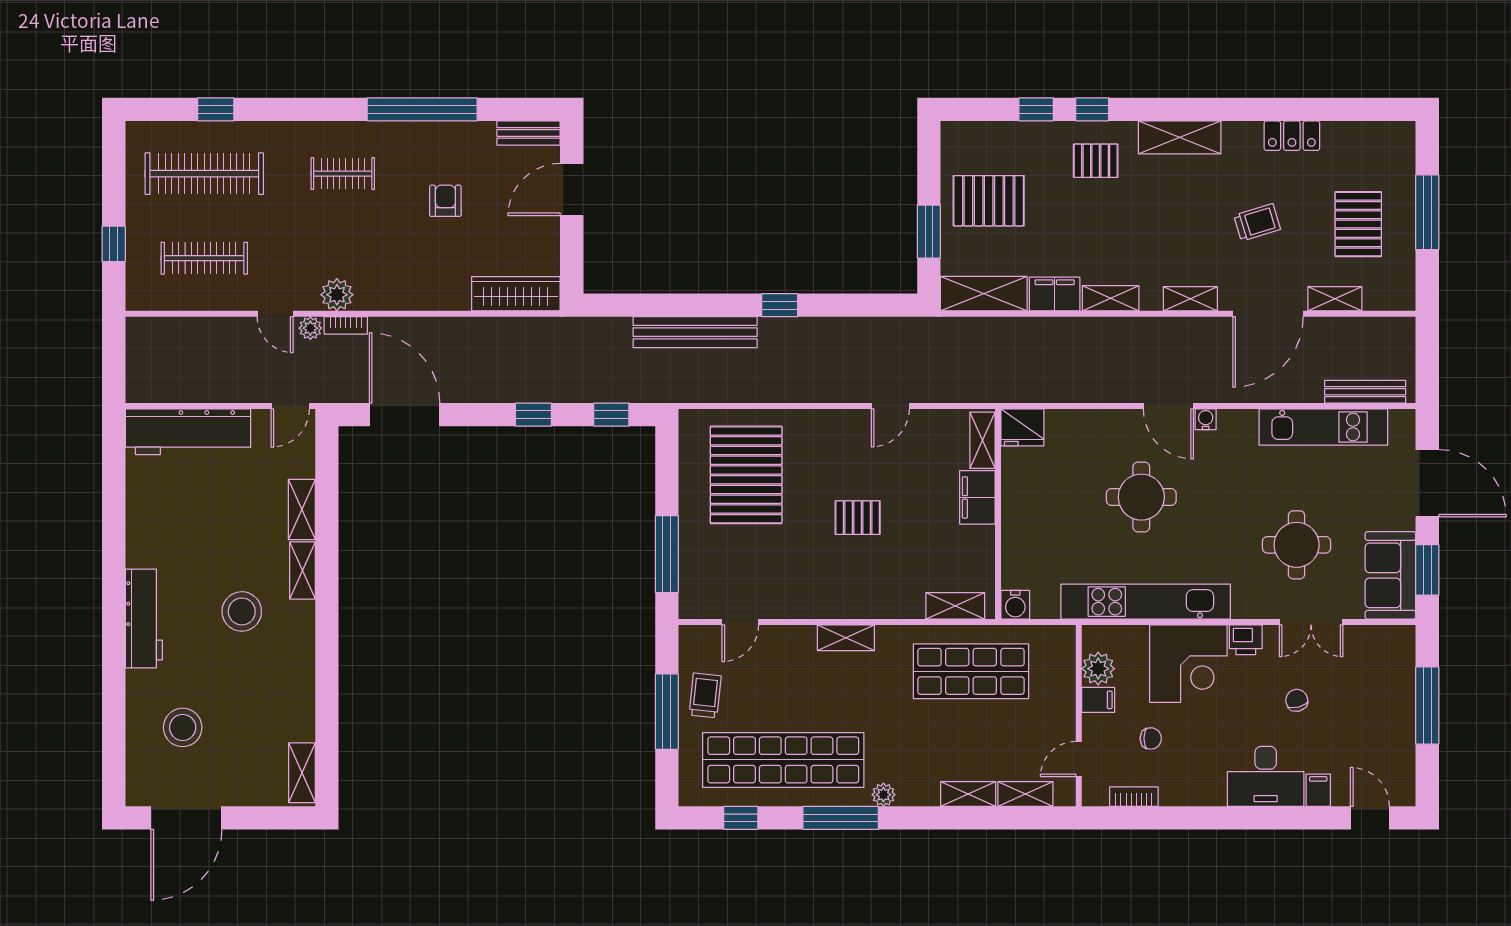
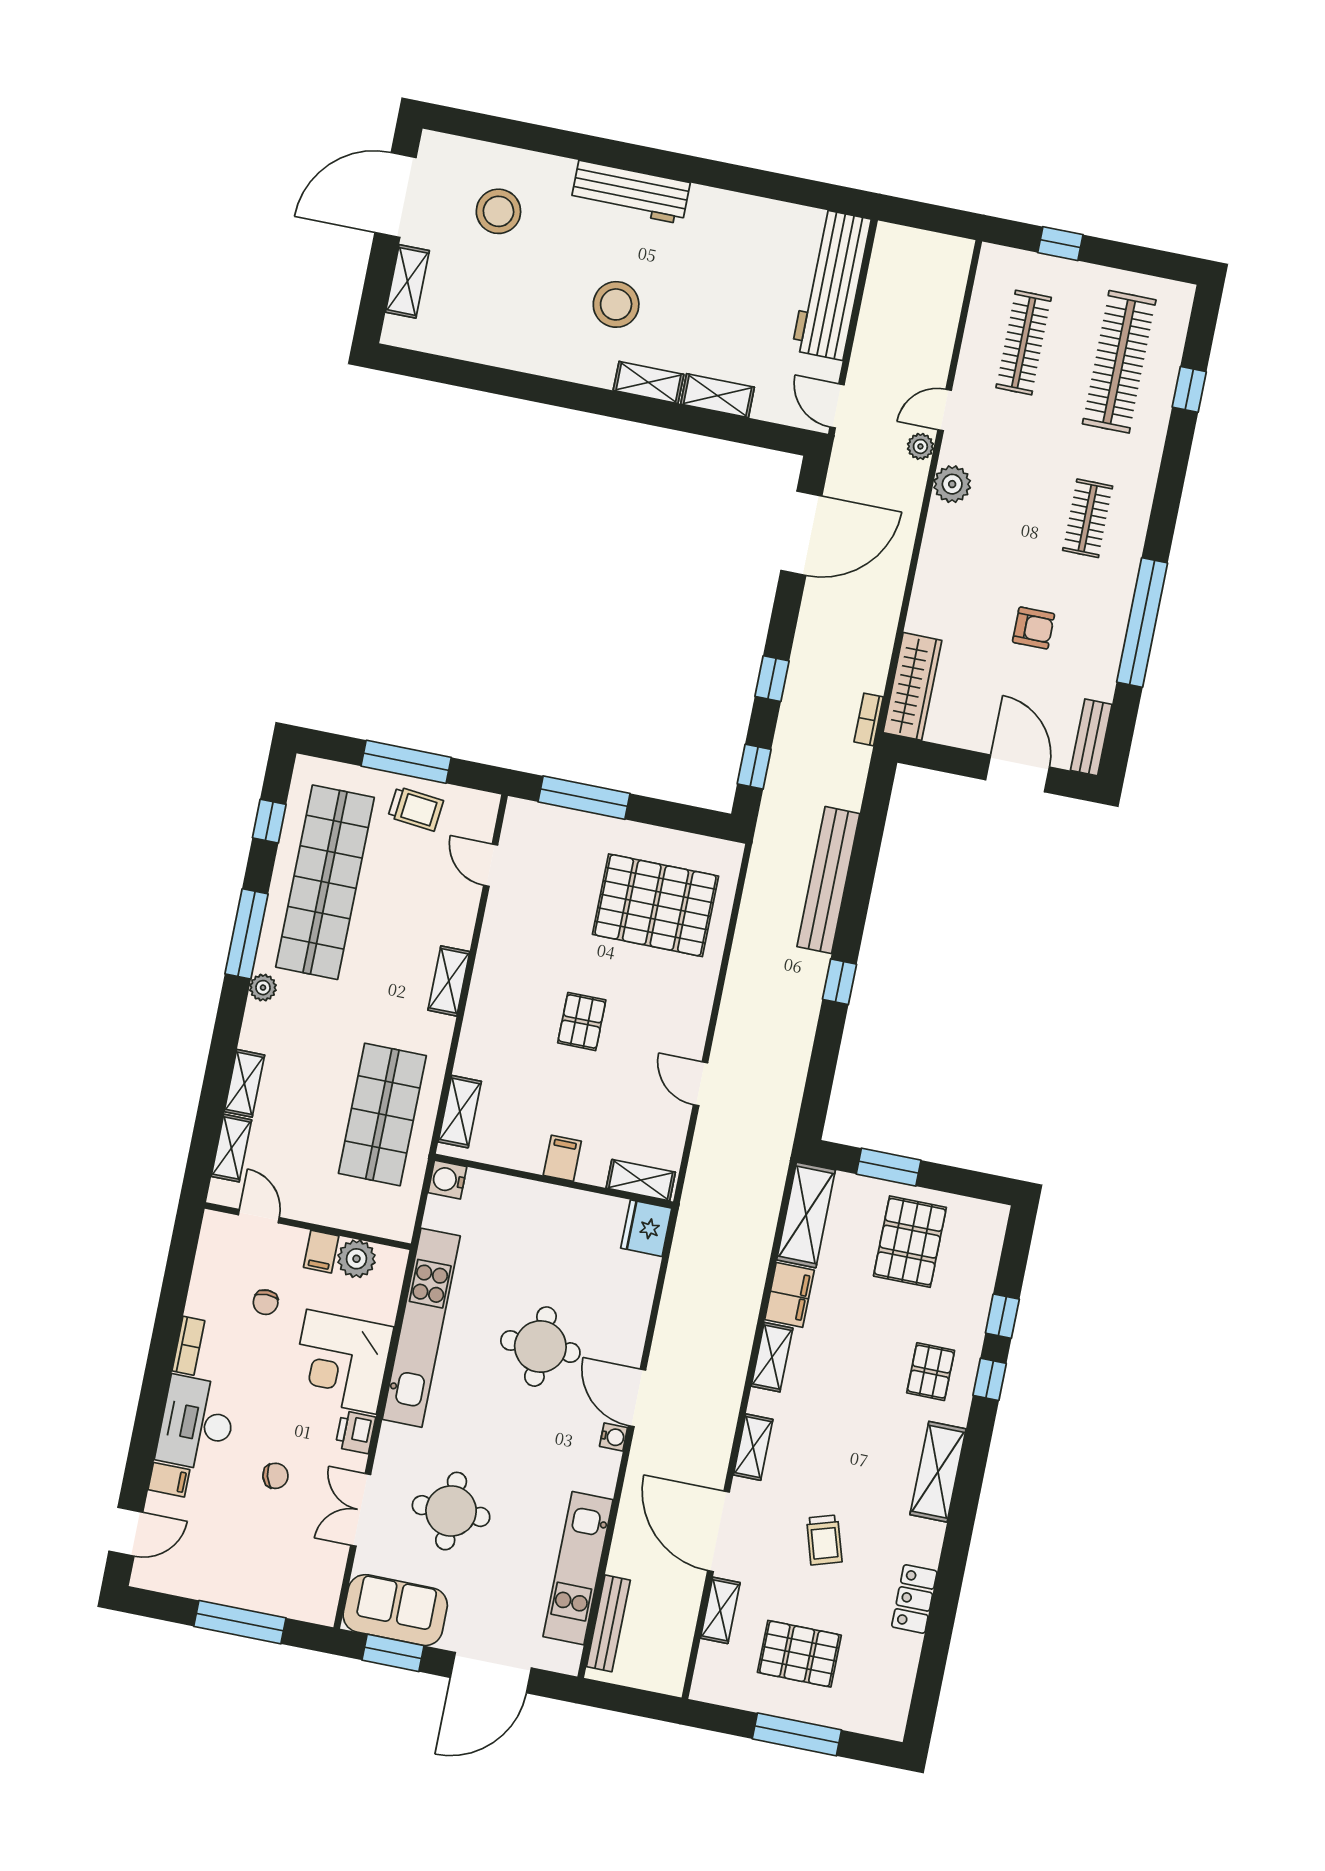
bookcase: (346, 325) -> (869, 719), moved
door: (1168, 406) -> (637, 1398), hinge flipped
filing cabinet: (977, 497) -> (562, 1158), width x0.50
shelving: (302, 773) -> (407, 281), moved, turned 90
bookcase: (1134, 797) -> (188, 1346), moved
door: (186, 818) -> (395, 195), hinge flipped

